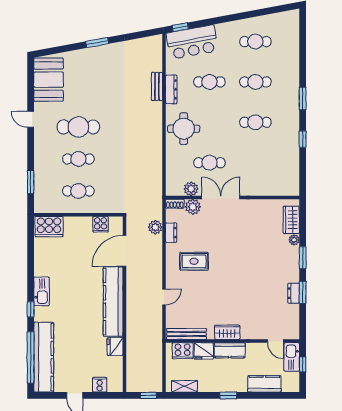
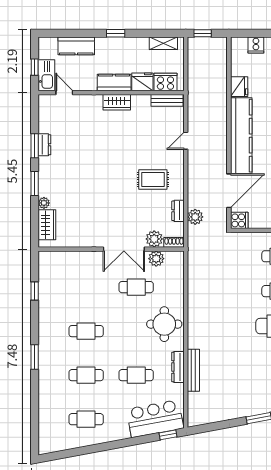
bench: (157, 86) -> (193, 370), width x1.36
window: (303, 139) -> (35, 291), moved
cooker: (101, 224) -> (239, 220), moved, turned 90
bench: (187, 334) -> (167, 100), width x0.73

